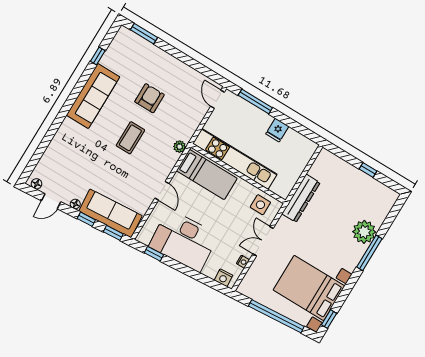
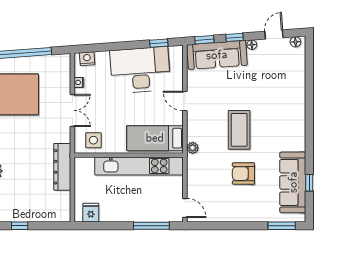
sofa: (93, 96) -> (293, 182), moved
armchair: (150, 98) -> (243, 174), turned 90
fridge: (277, 130) -> (91, 213), moved
coffee table: (130, 138) -> (239, 130), width x1.36, depth x1.32

